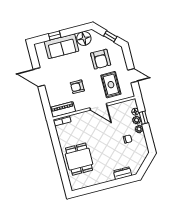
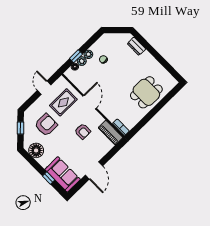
sofa: (62, 46) -> (63, 174), moved

